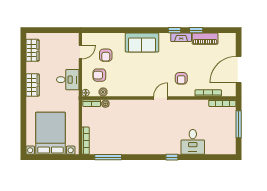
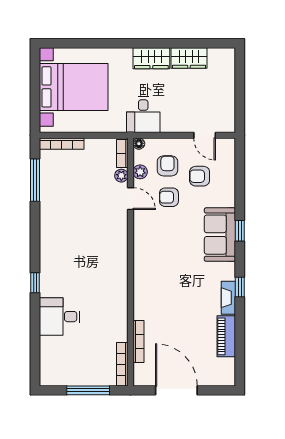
window: (196, 30) -> (240, 231), moved
wardrobe: (32, 50) -> (189, 58), moved
armchair: (181, 78) -> (169, 197), moved
desk: (68, 80) -> (143, 115), moved
door: (161, 98) -> (130, 199), moved

